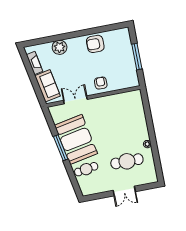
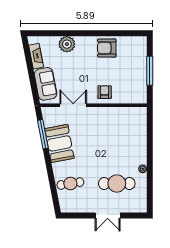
booth: (76, 139) -> (59, 143), width x0.73, depth x0.70
window: (61, 148) -> (43, 134), moved

